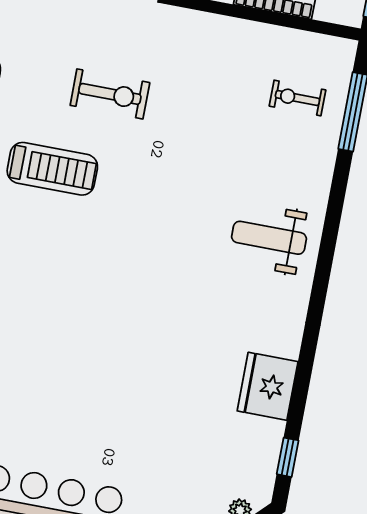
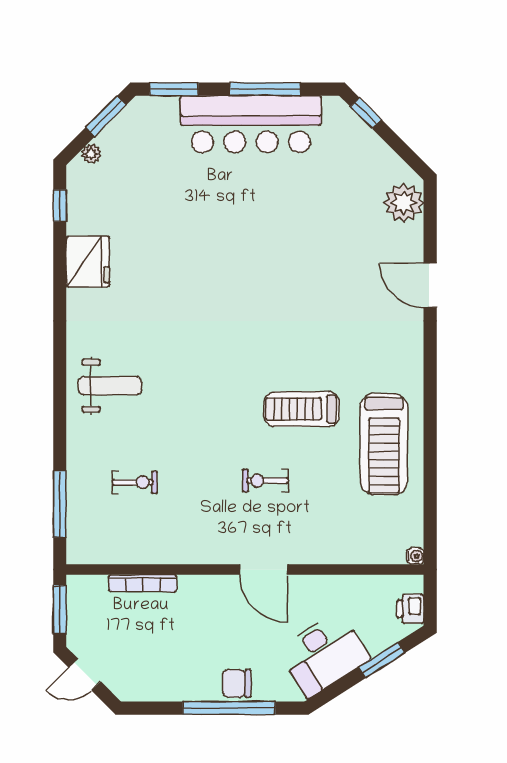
exercise bike: (110, 94) -> (265, 481), width x0.73, depth x0.72
exercise bike: (297, 98) -> (135, 482), moved

